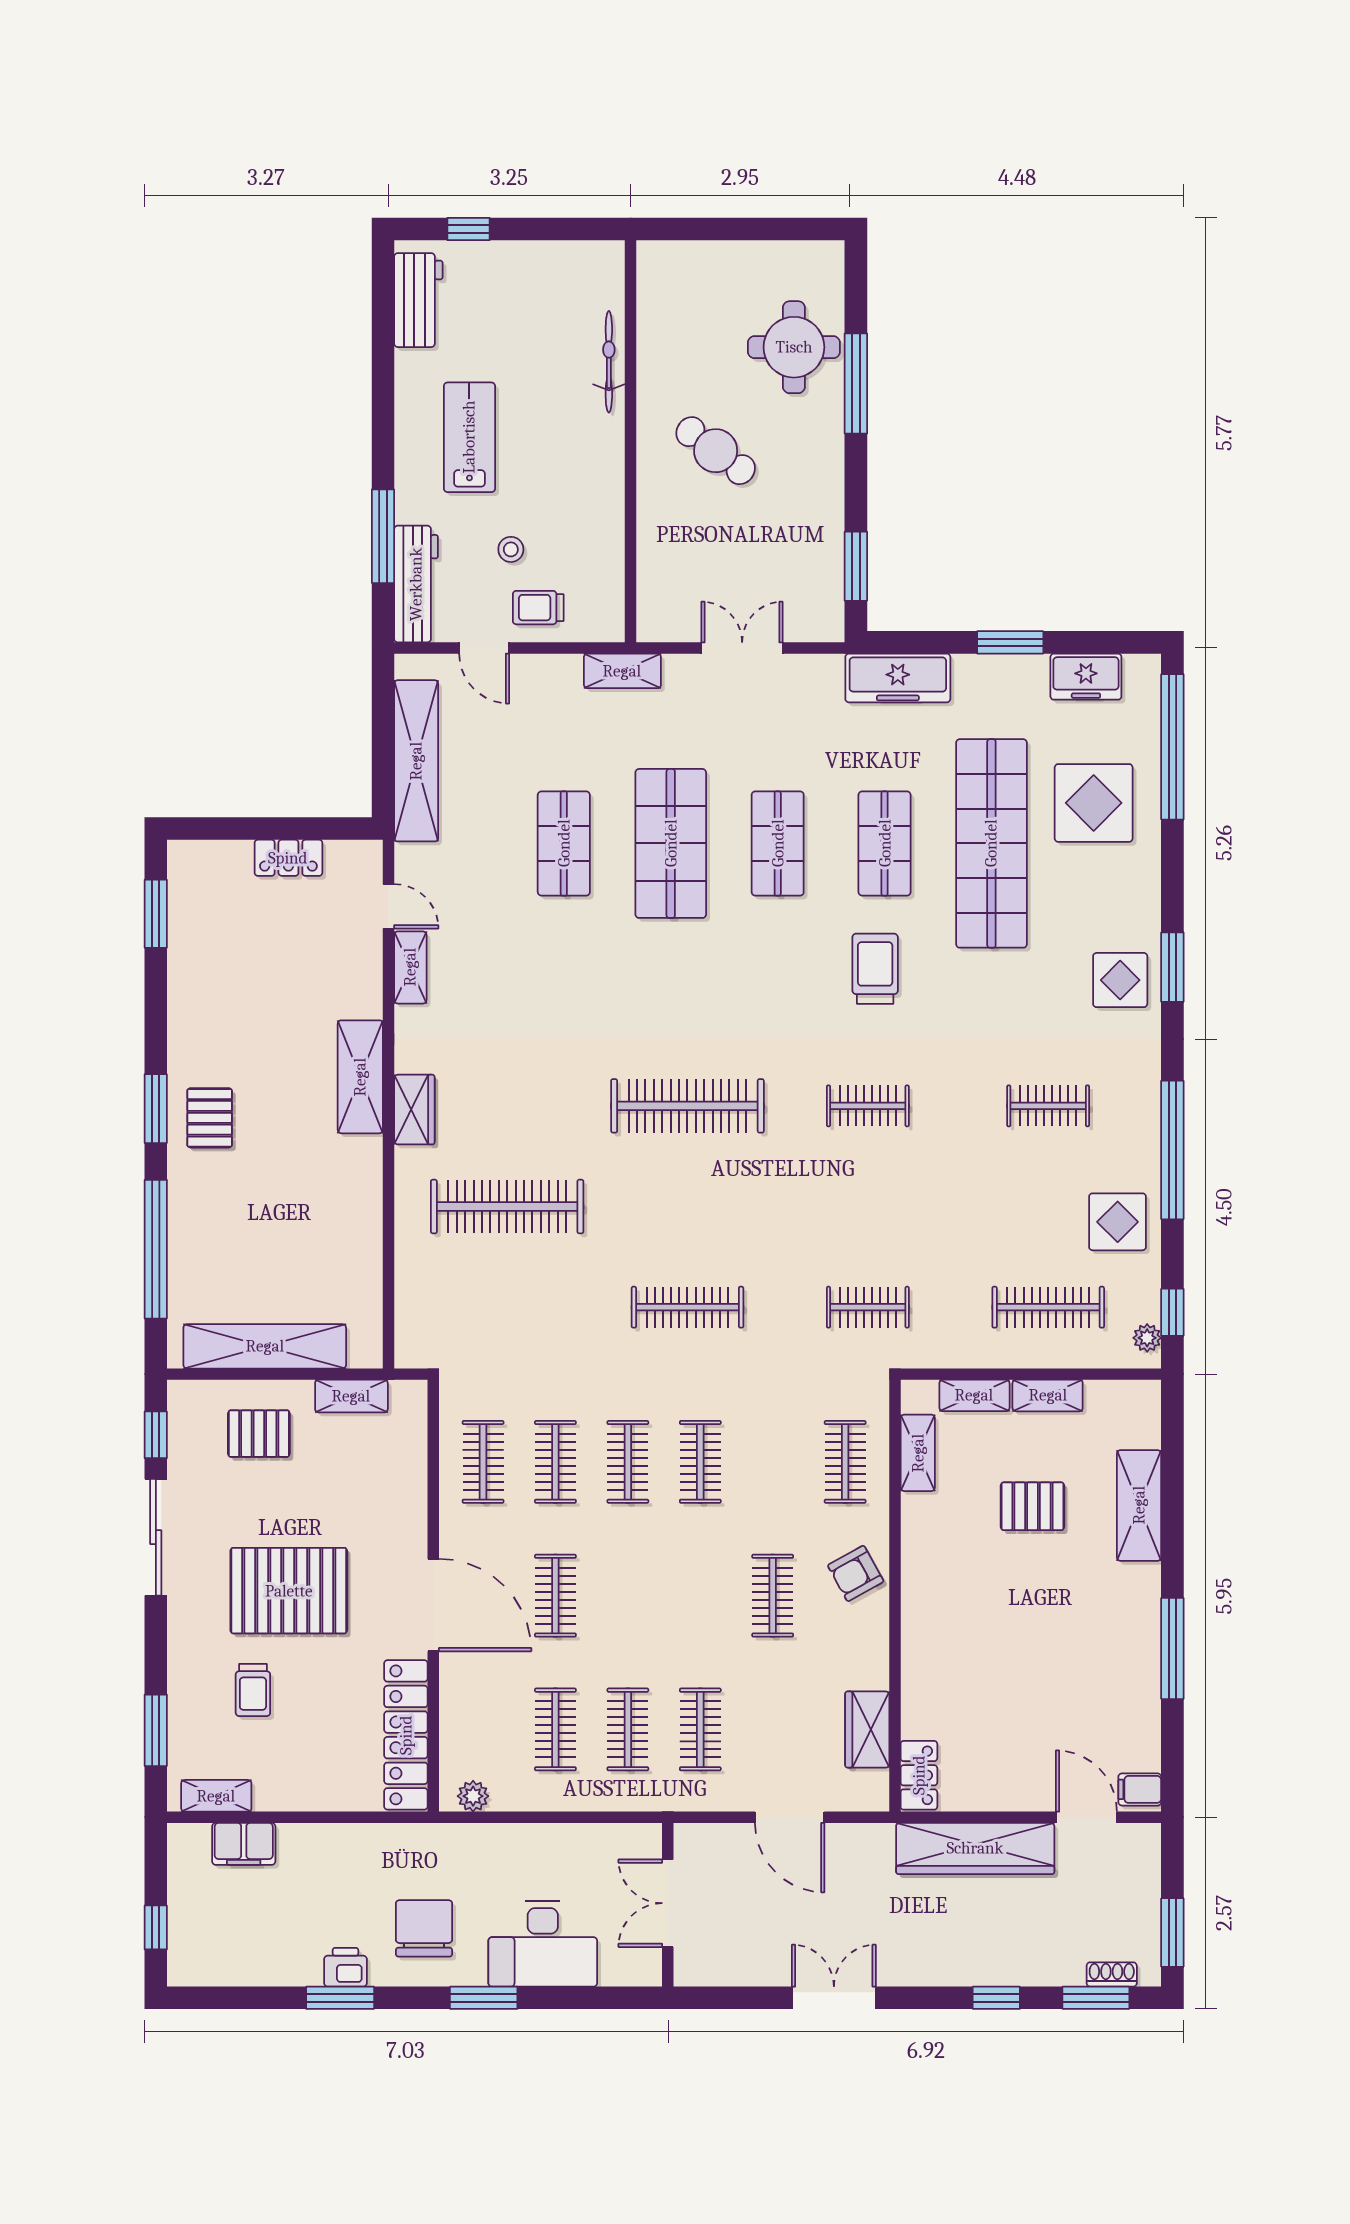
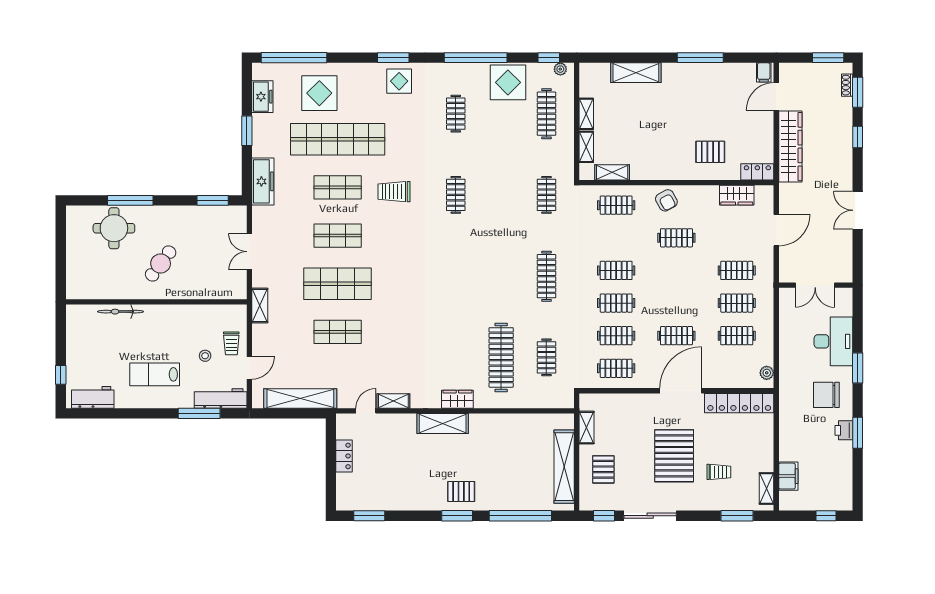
clothes rail: (687, 1106) -> (546, 357), moved, width x0.54, depth x0.76
display table: (1118, 1222) -> (508, 82), width x1.36, depth x1.36
pallet: (1032, 1506) -> (710, 152), moved, turned 90

